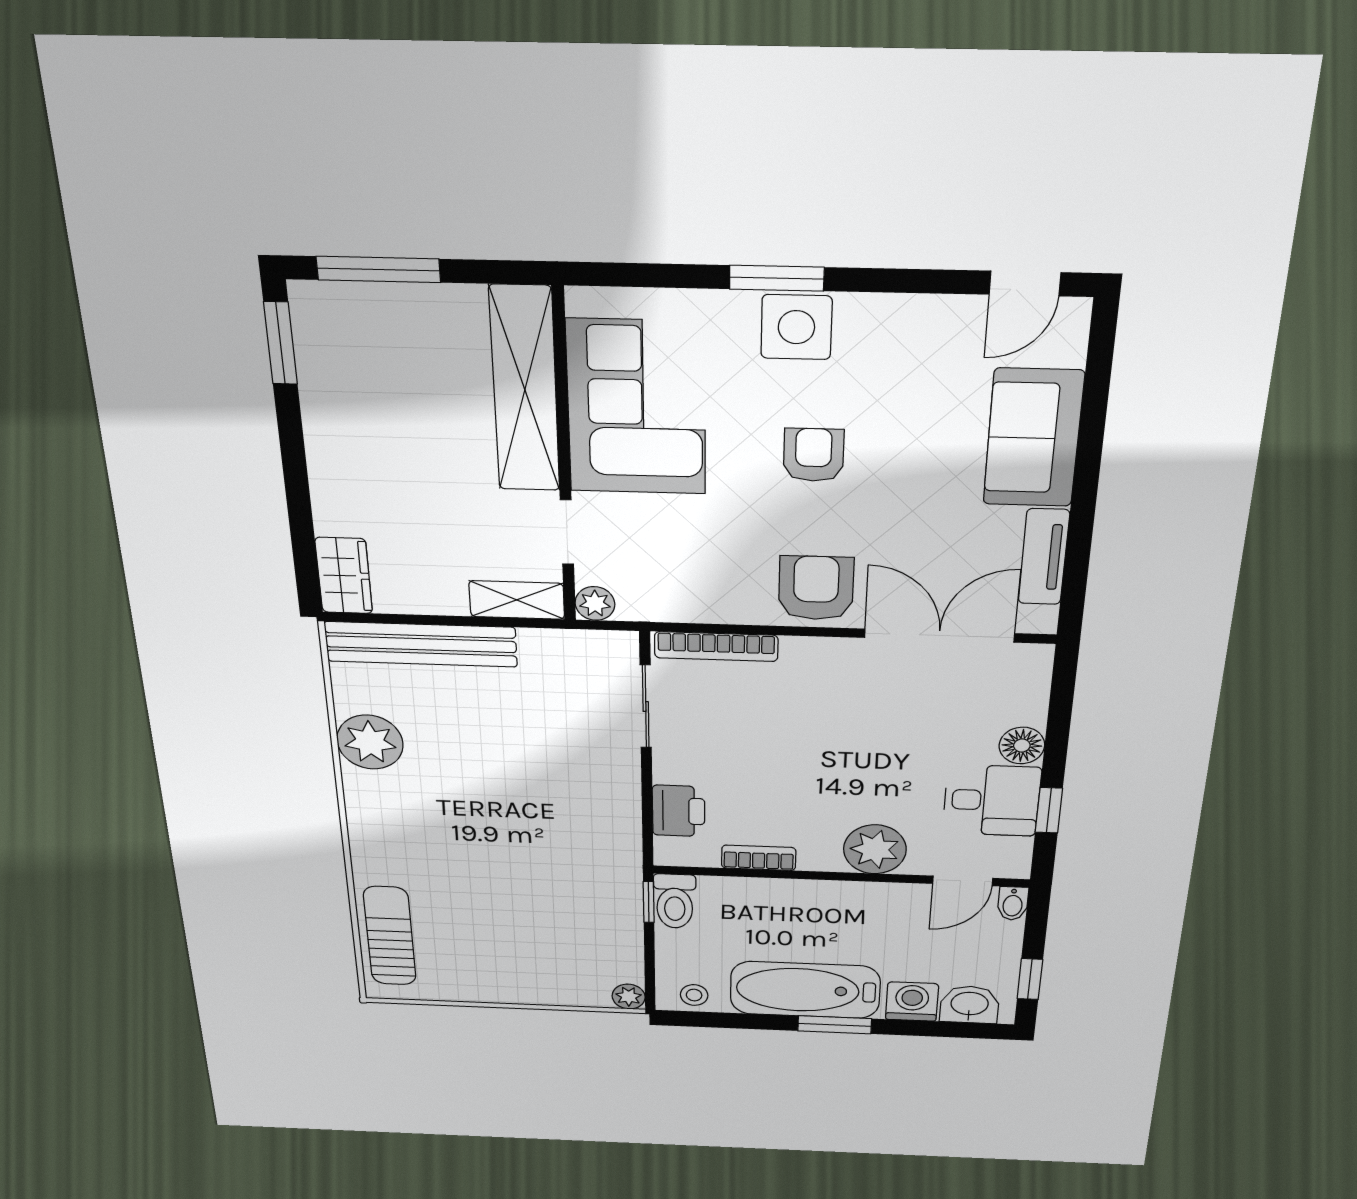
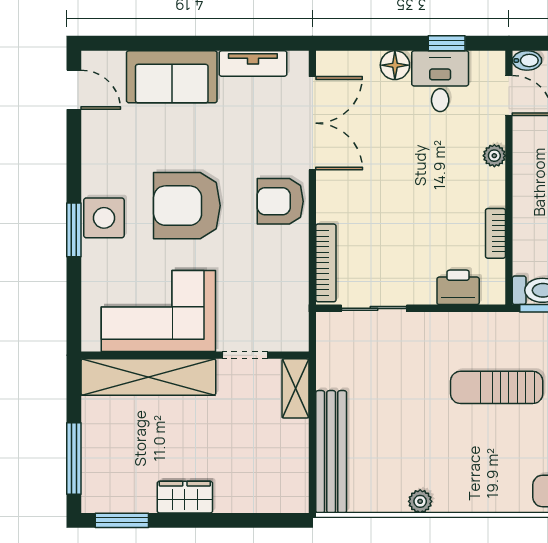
armchair: (814, 455) -> (187, 206), width x1.88, depth x1.88
wardrobe: (344, 576) -> (185, 497), moved
plant: (595, 604) -> (296, 339), removed
double door: (939, 636) -> (312, 123), swing flipped
plant: (370, 742) -> (420, 501), width x0.53, depth x0.53
plant: (875, 849) -> (494, 156), width x0.53, depth x0.53
sun lounger: (532, 851) -> (497, 387), added

